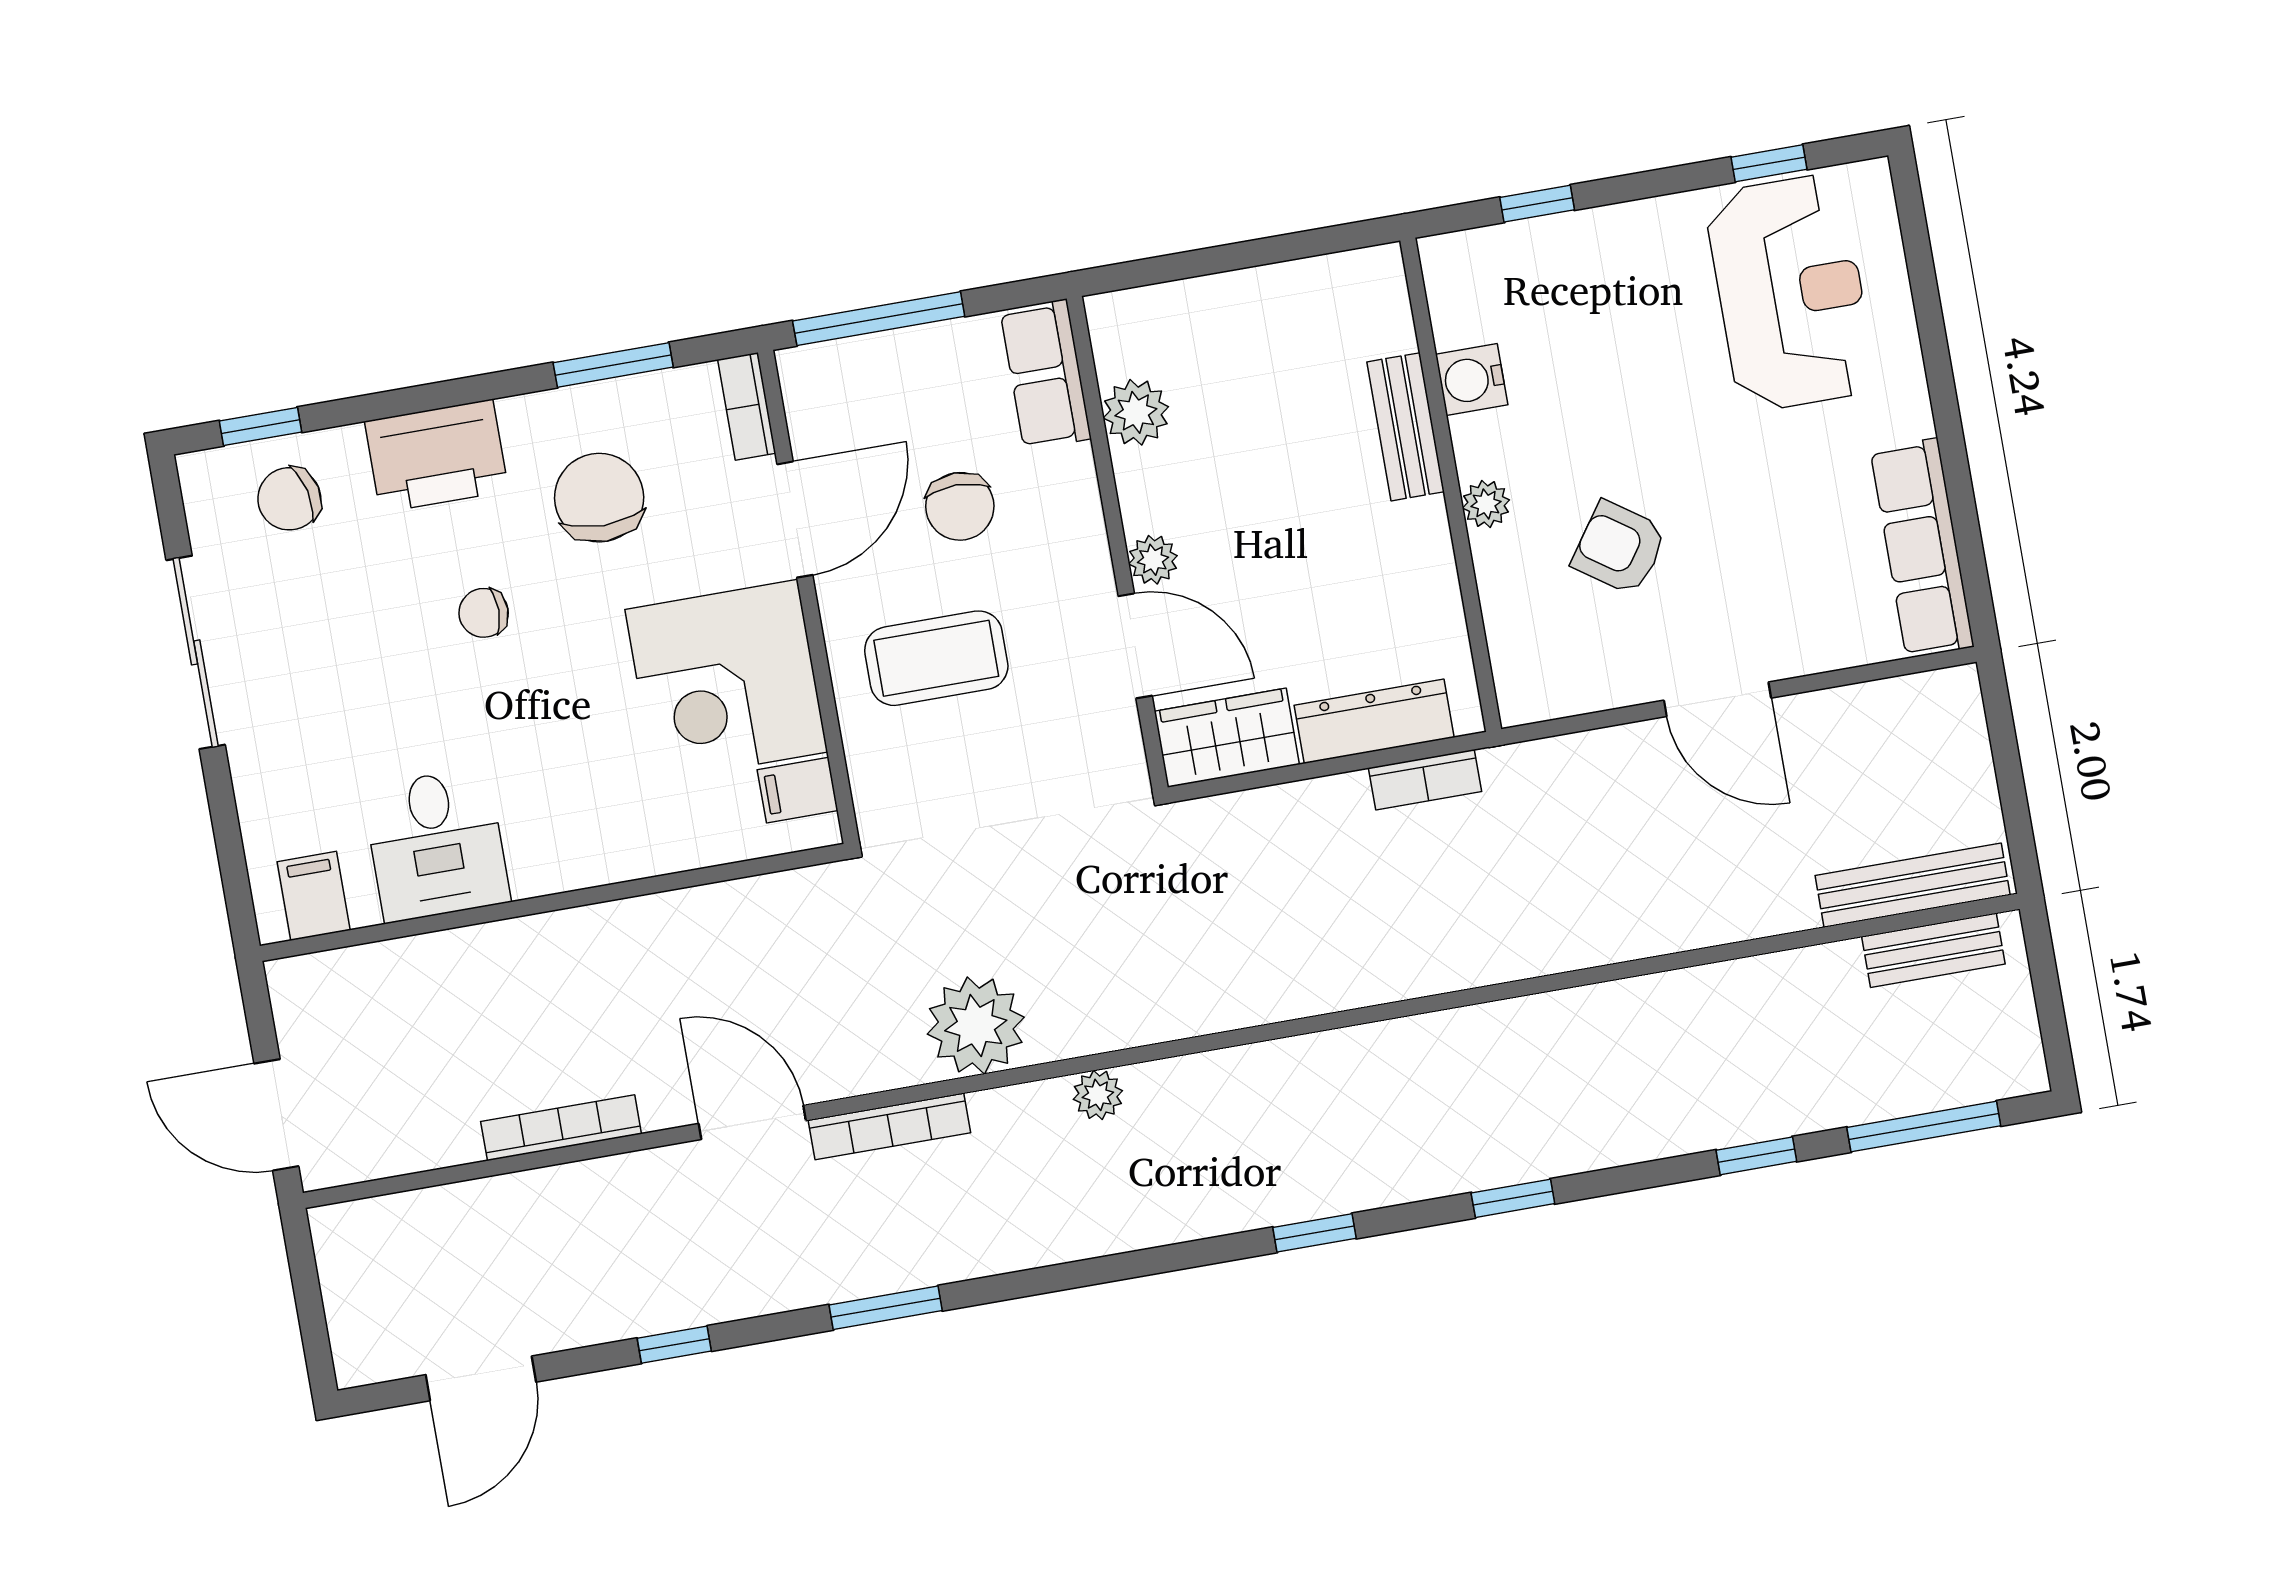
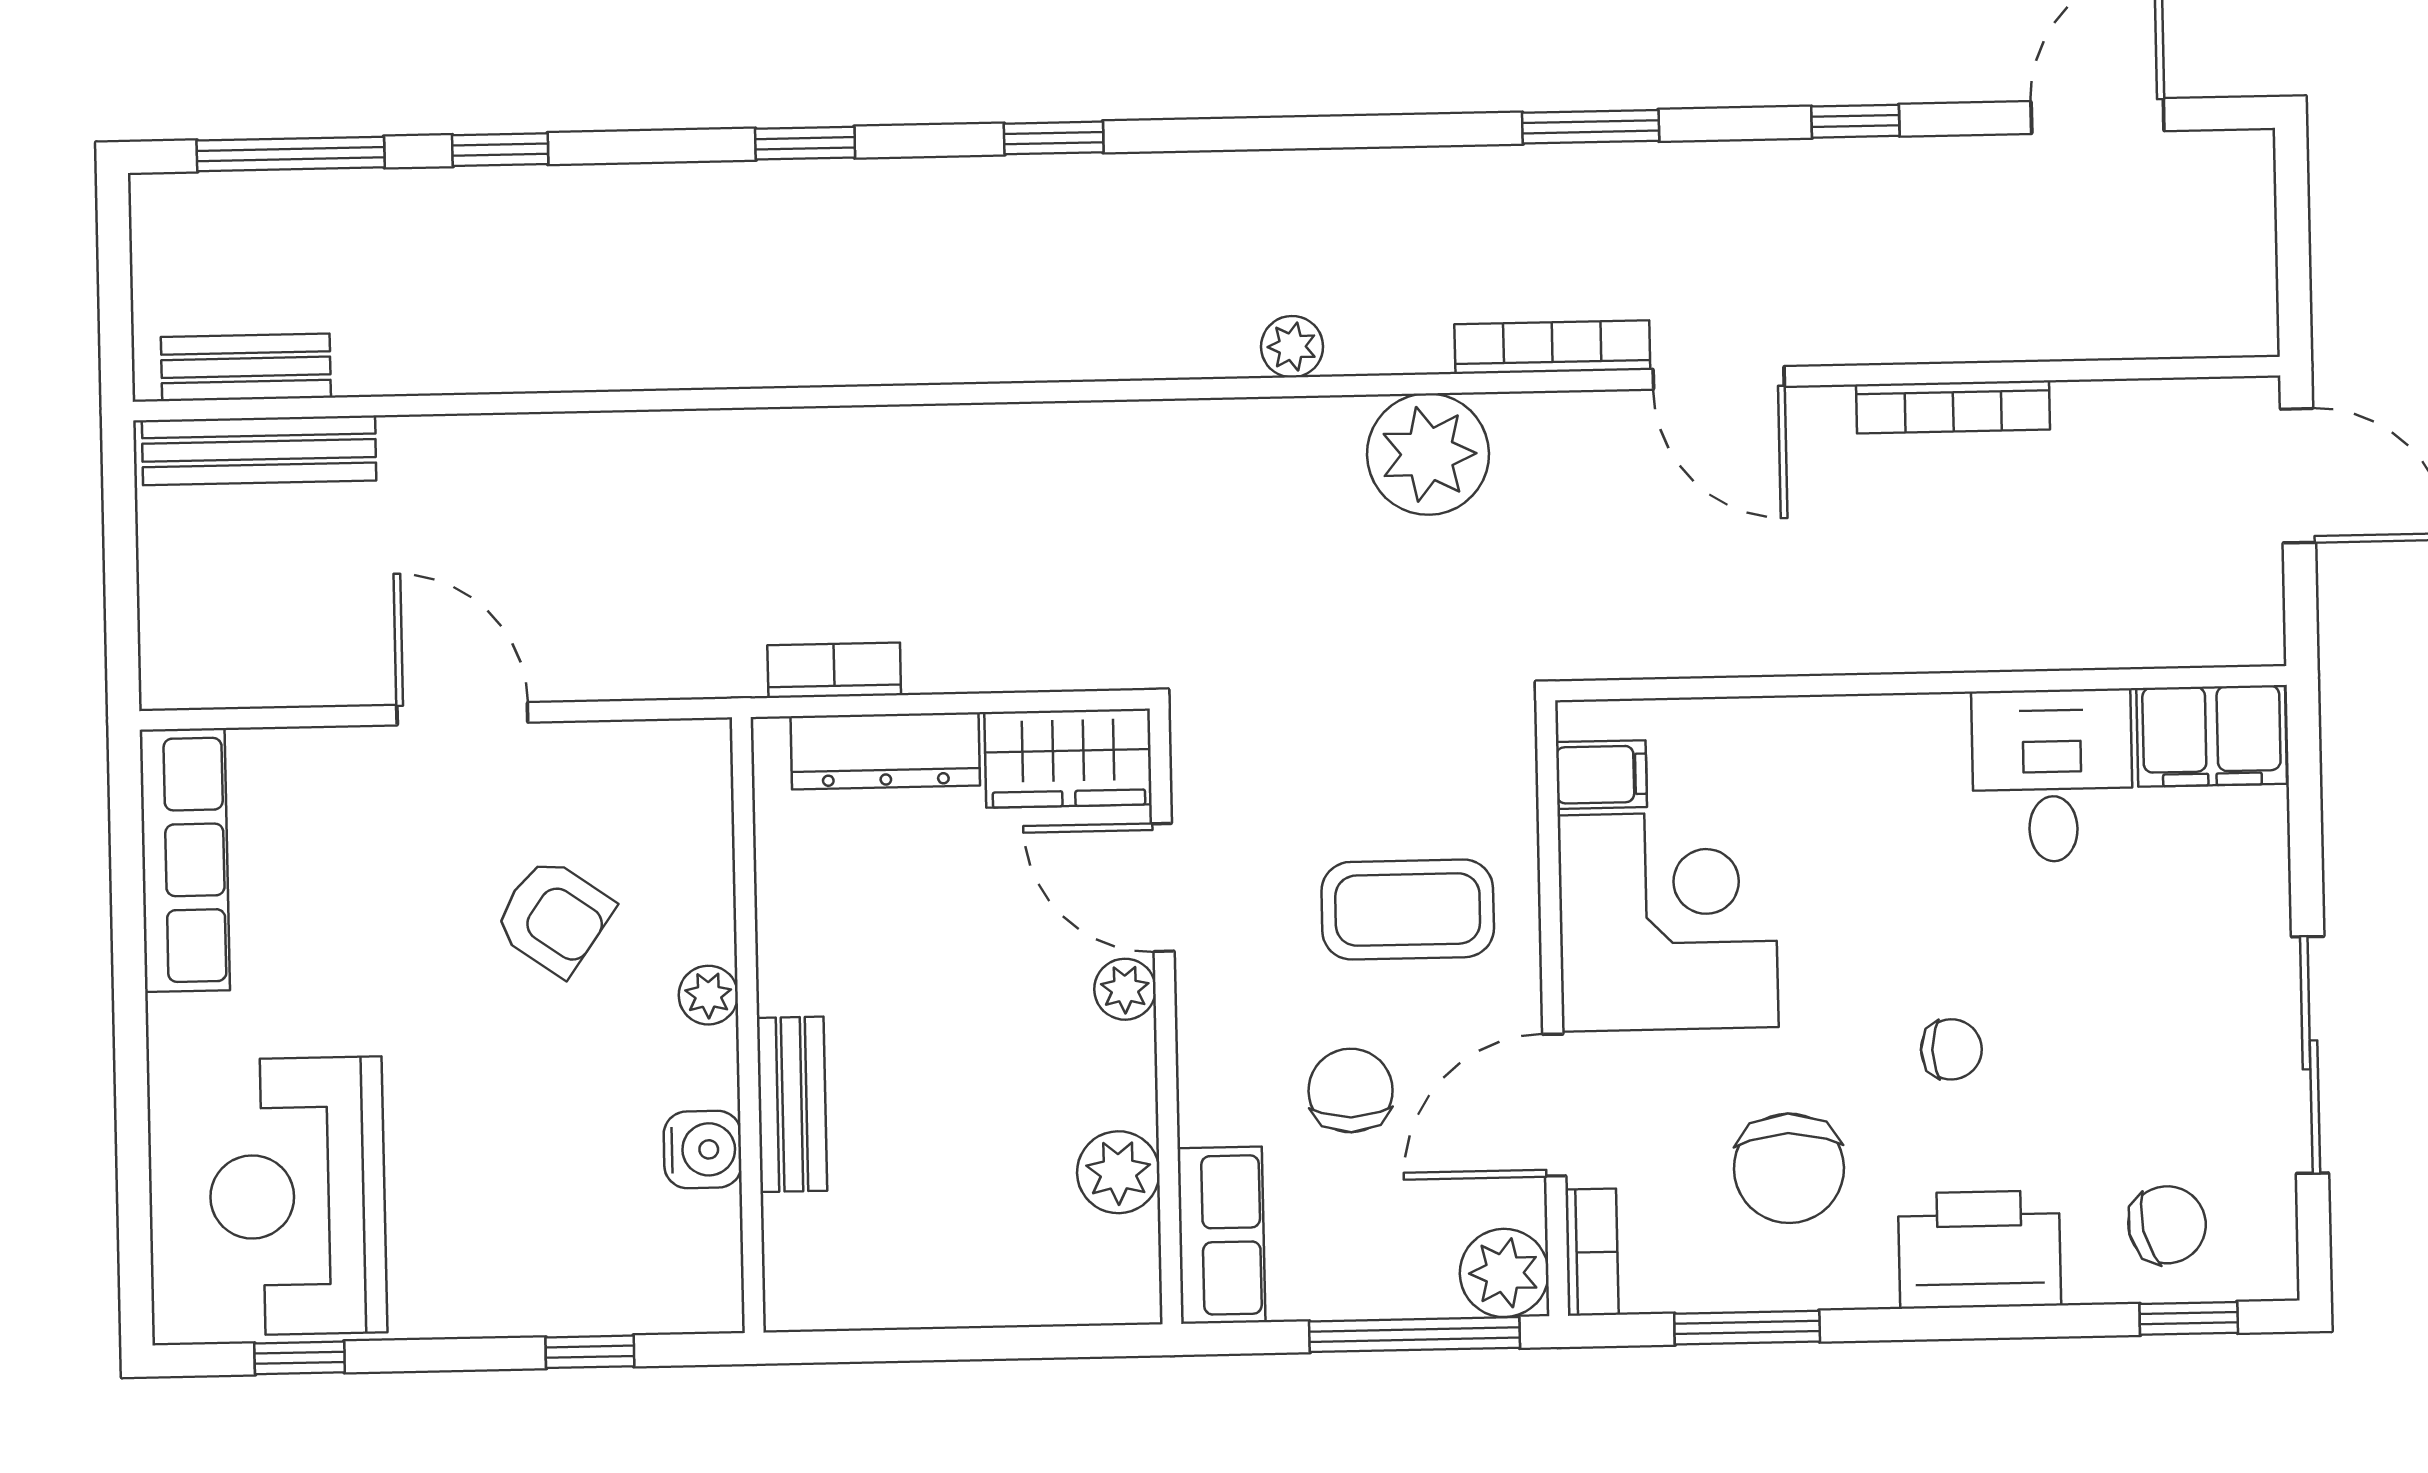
plant: (814, 379) -> (1504, 1273), added
filing cabinet: (314, 896) -> (2212, 736), width x2.00

